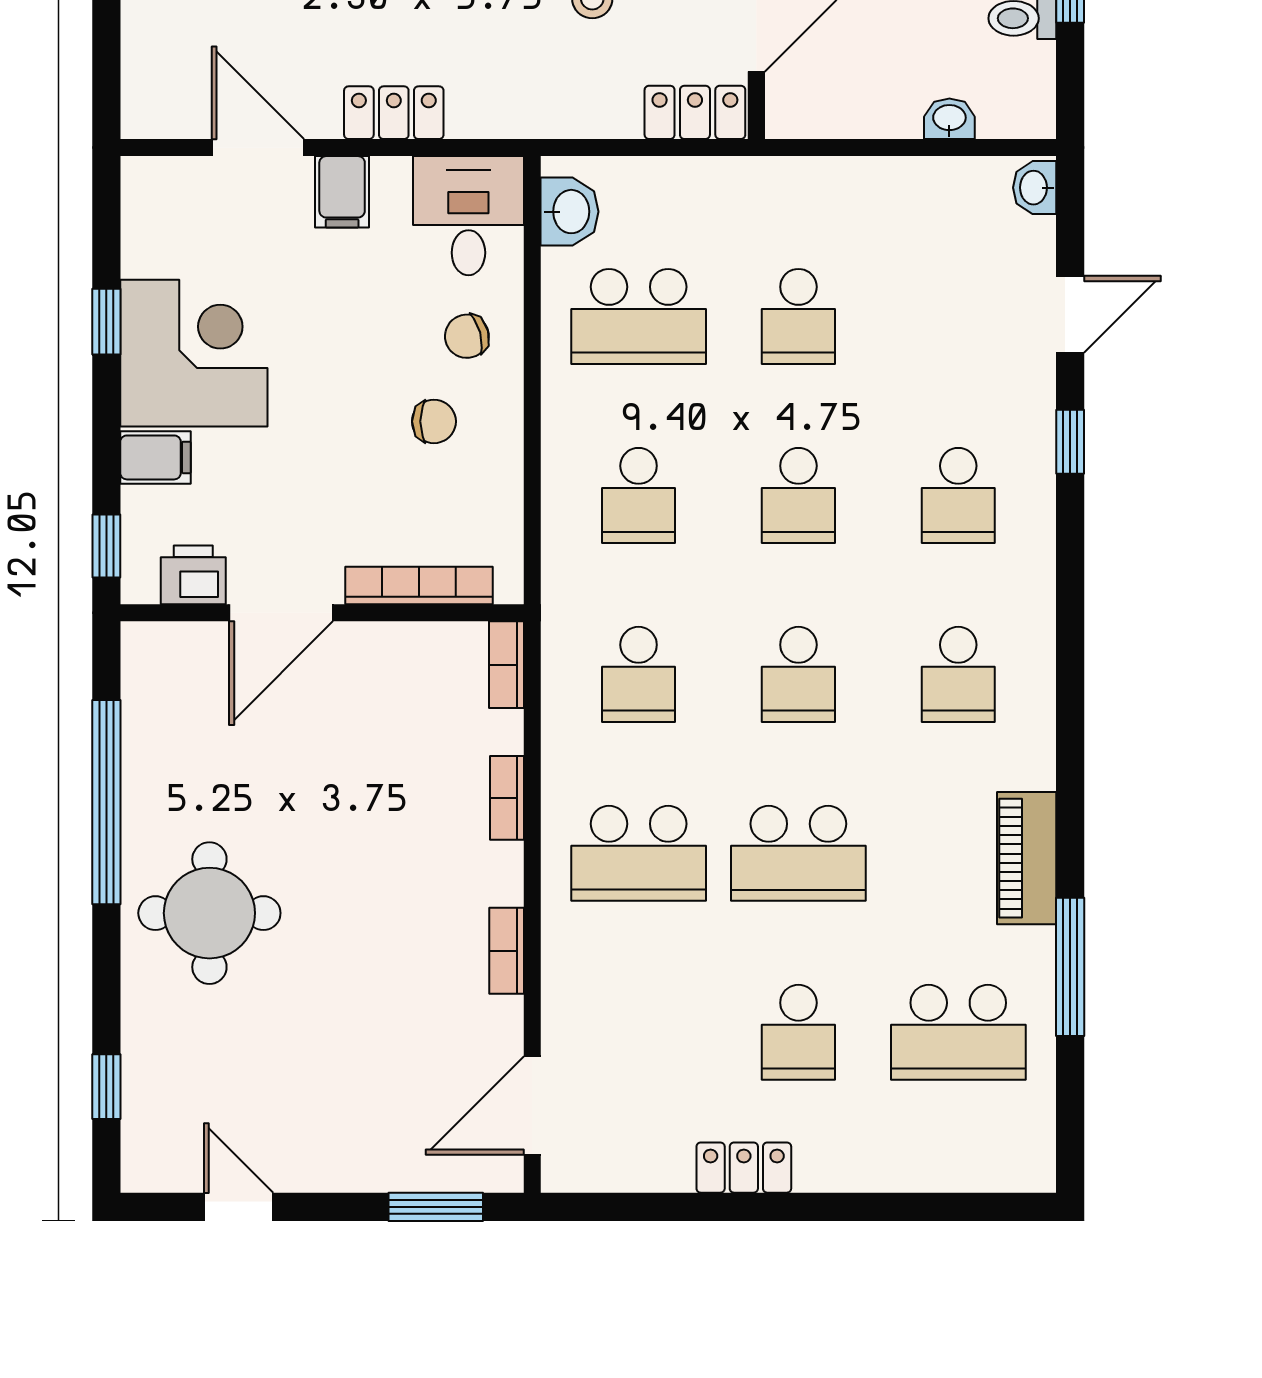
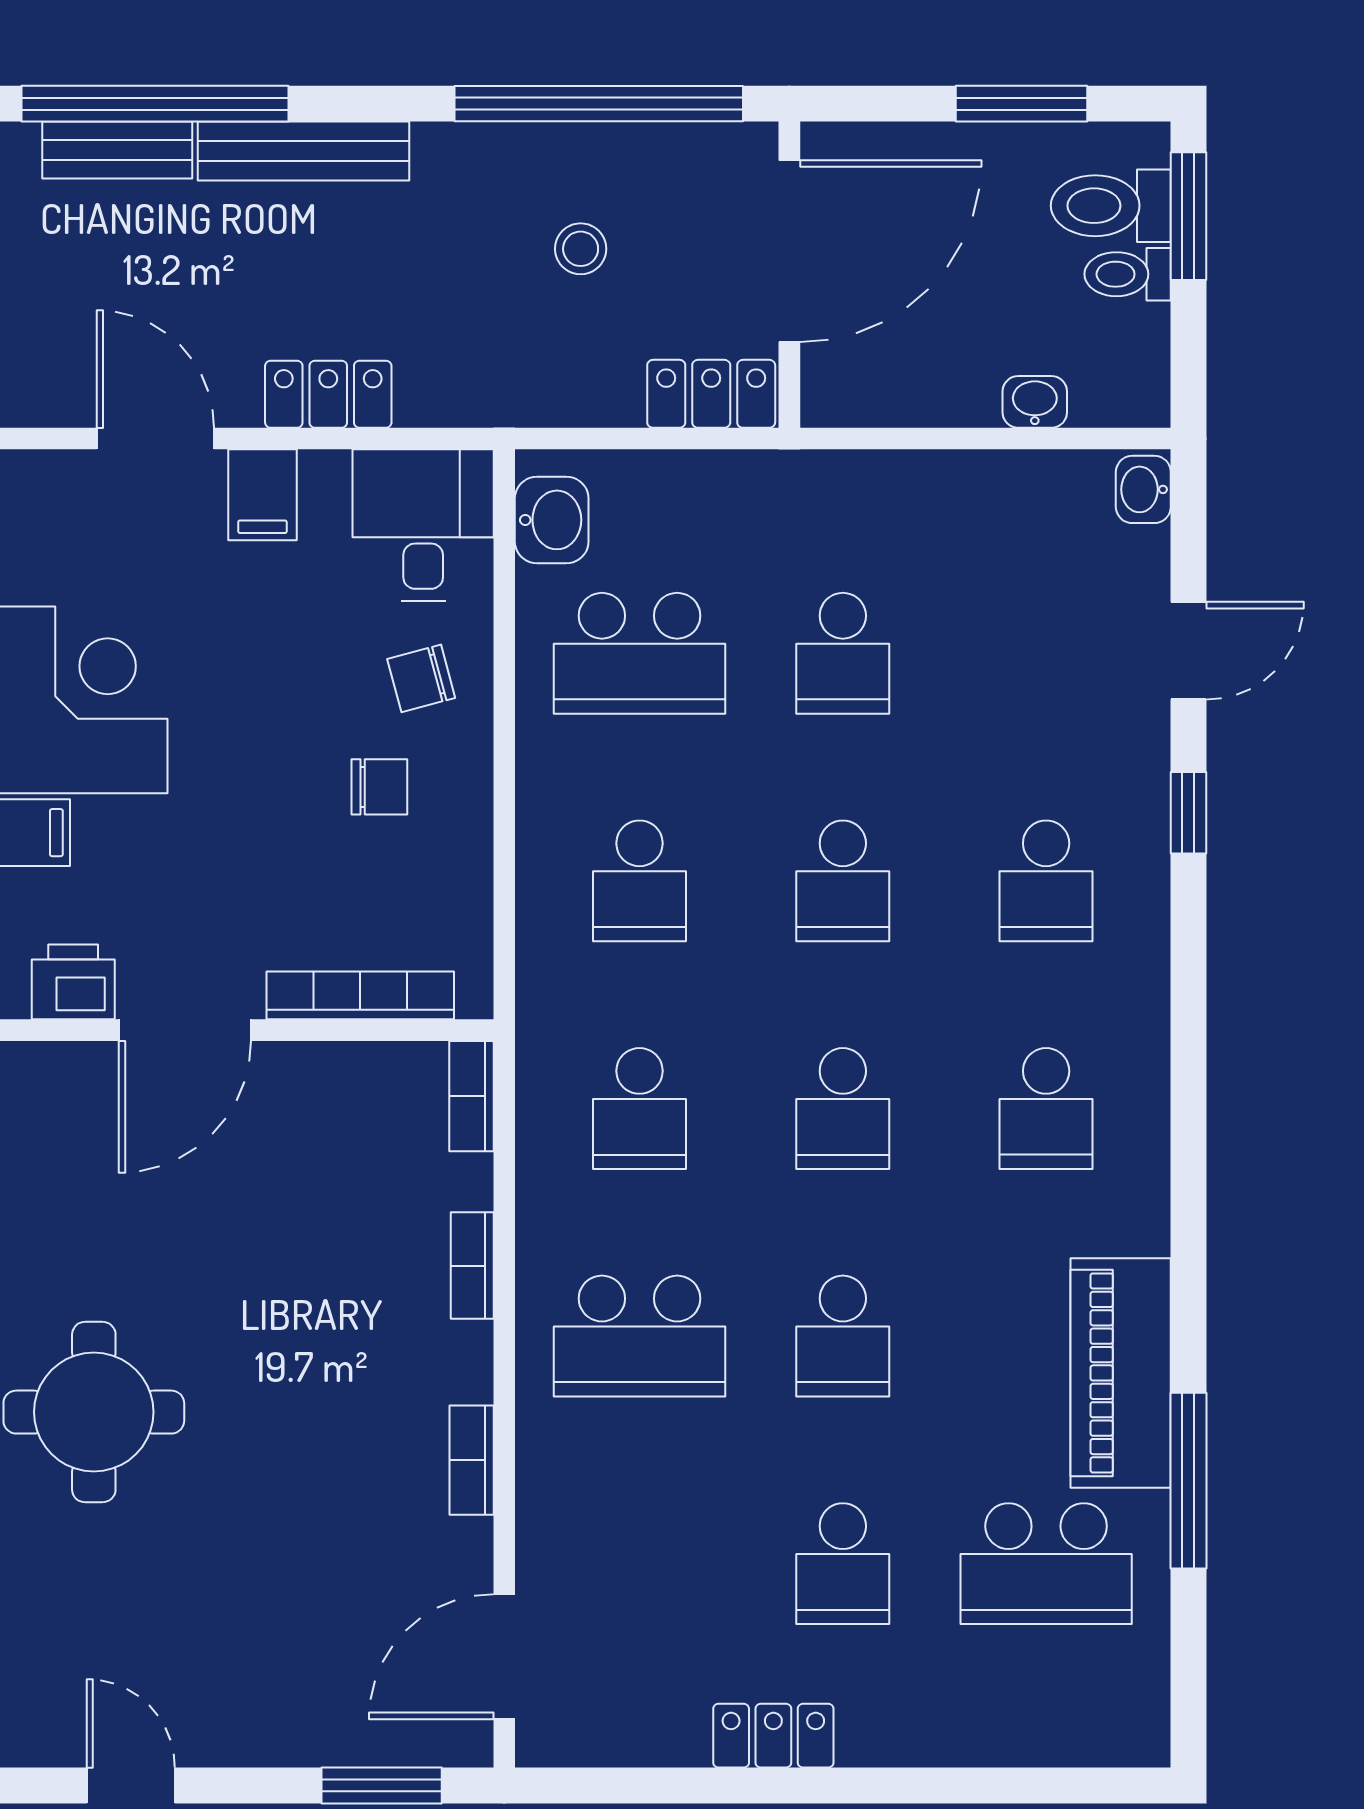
school desk: (798, 853) -> (843, 1336), width x0.54
piano: (1027, 858) -> (1121, 1373), width x1.37, depth x1.33

